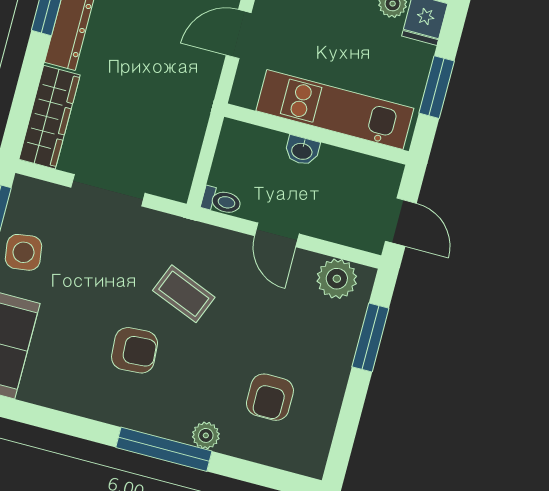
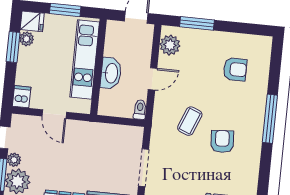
washbasin: (302, 151) -> (111, 73), width x1.91, depth x1.45
plant: (206, 435) -> (260, 99), removed

